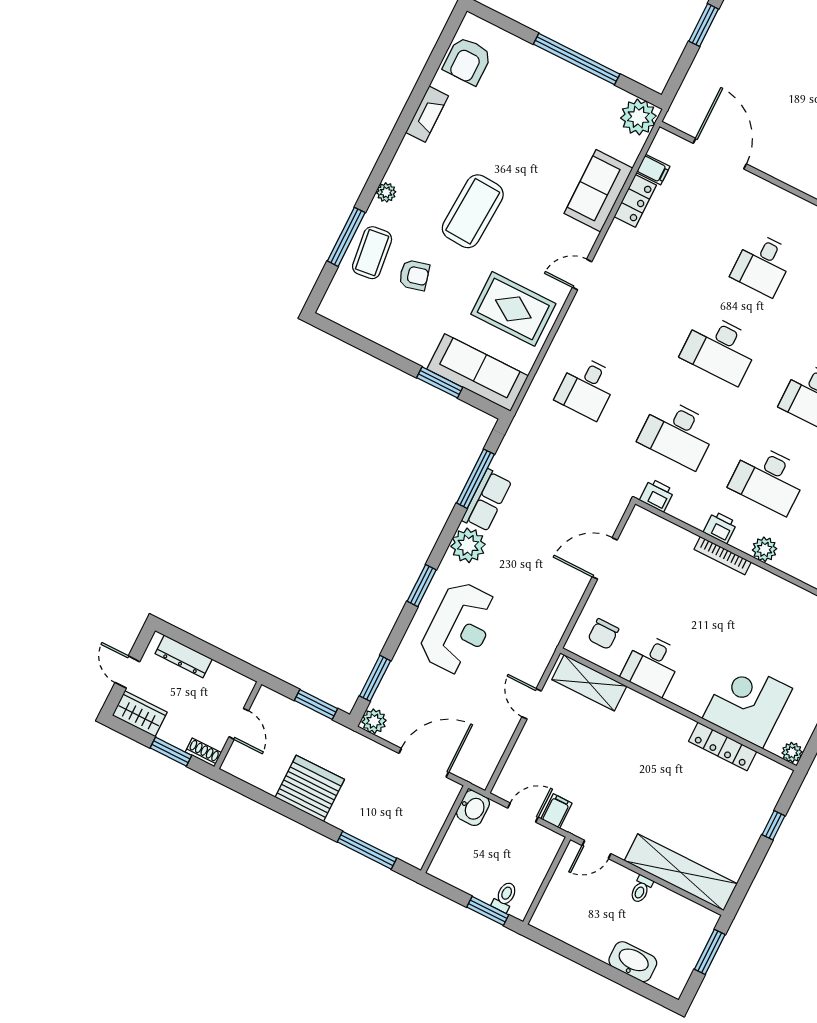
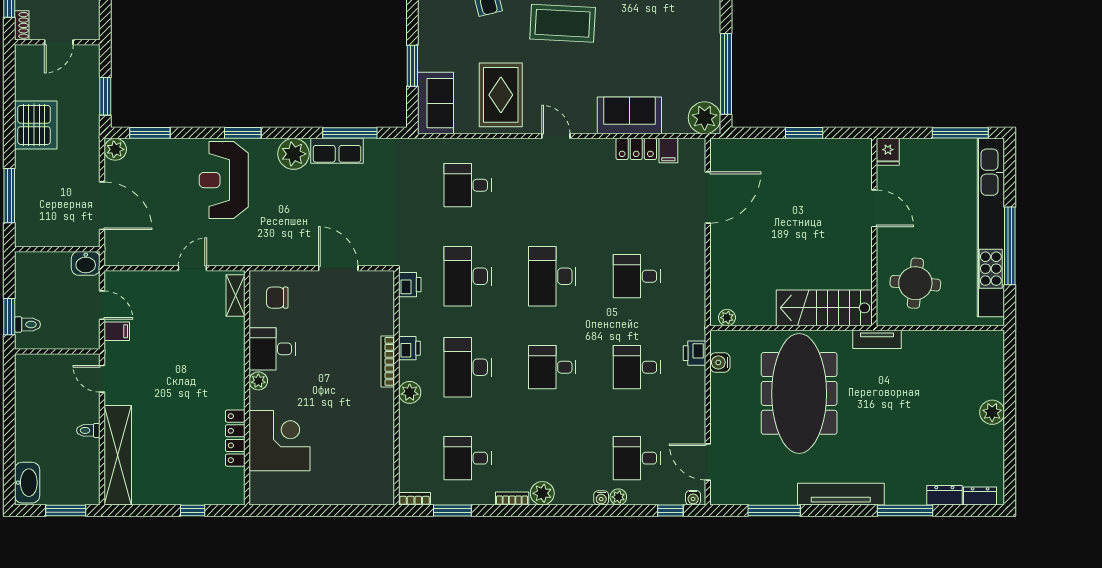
window: (577, 59) -> (726, 74), moved
sofa: (478, 373) -> (436, 103), width x0.73
reception desk: (459, 628) -> (224, 180), turned 90
shelving: (589, 683) -> (236, 296), width x0.67, depth x0.75
plant: (792, 752) -> (258, 381), moved
washbasin: (633, 962) -> (27, 483), moved

